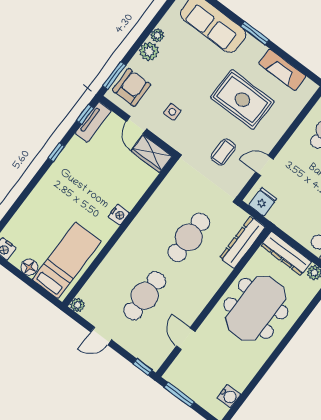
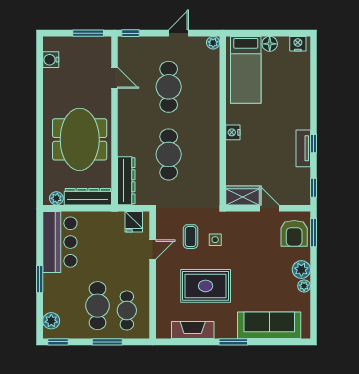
side table: (172, 112) -> (215, 240), moved
tv unit: (93, 122) -> (303, 148), moved

